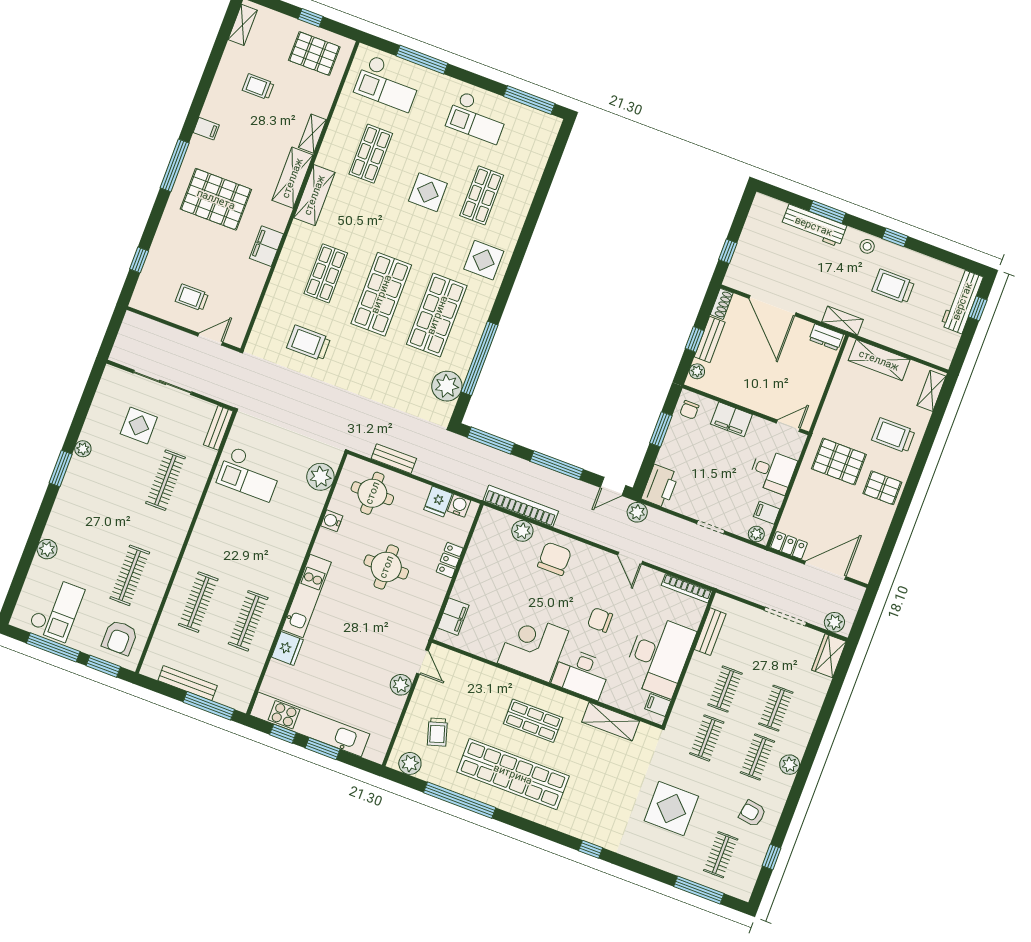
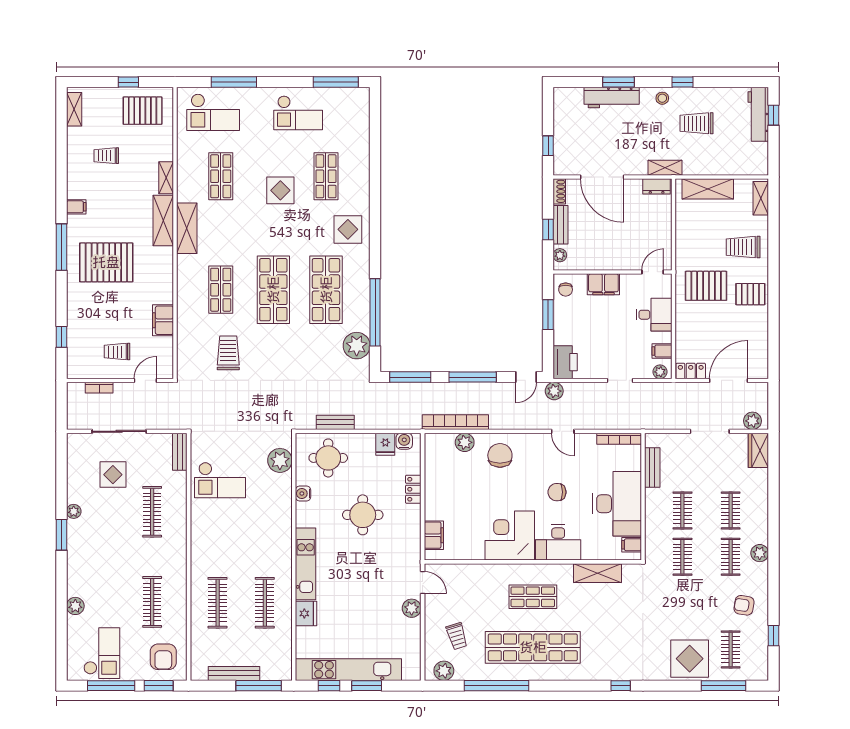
filing cabinet: (266, 246) -> (163, 320), moved
bookcase: (159, 328) -> (99, 388), added
trolley: (309, 343) -> (228, 353), turned 90
display table: (671, 809) -> (690, 659), moved

